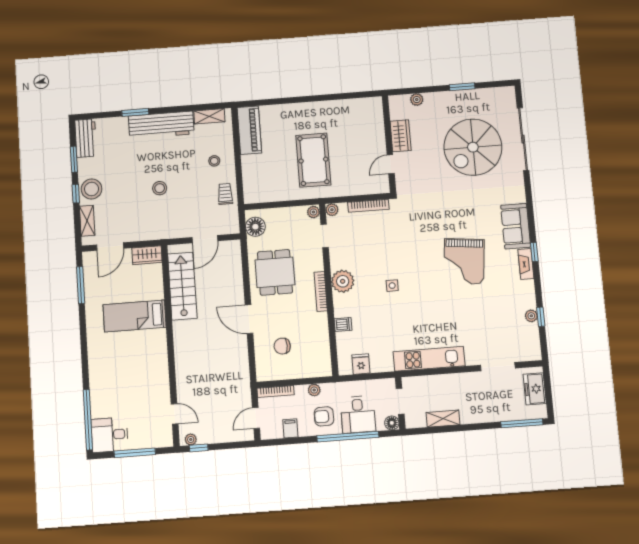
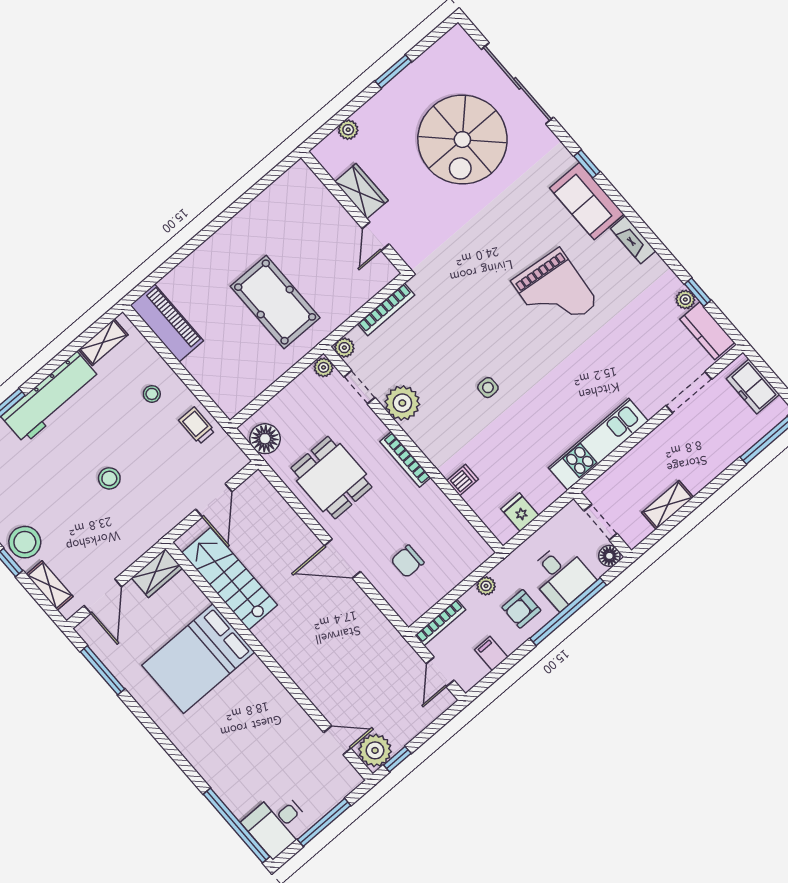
window: (534, 252) -> (587, 164), moved
plant: (343, 281) -> (402, 403), moved
bed: (135, 316) -> (198, 659), width x1.50
kitchen counter: (531, 341) -> (707, 331), added
plant: (191, 439) -> (375, 750), width x1.88, depth x1.88

